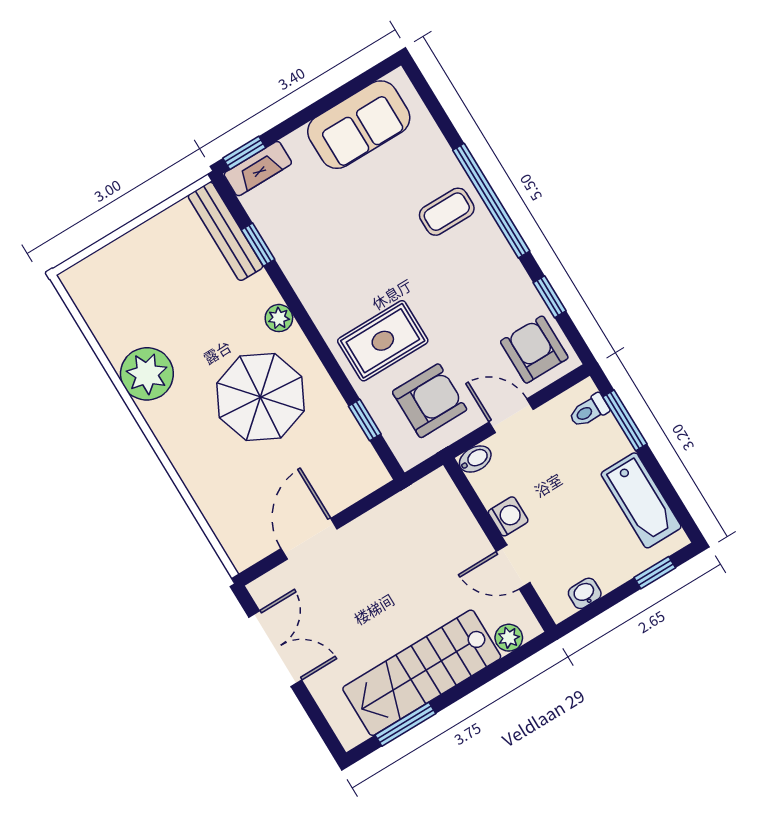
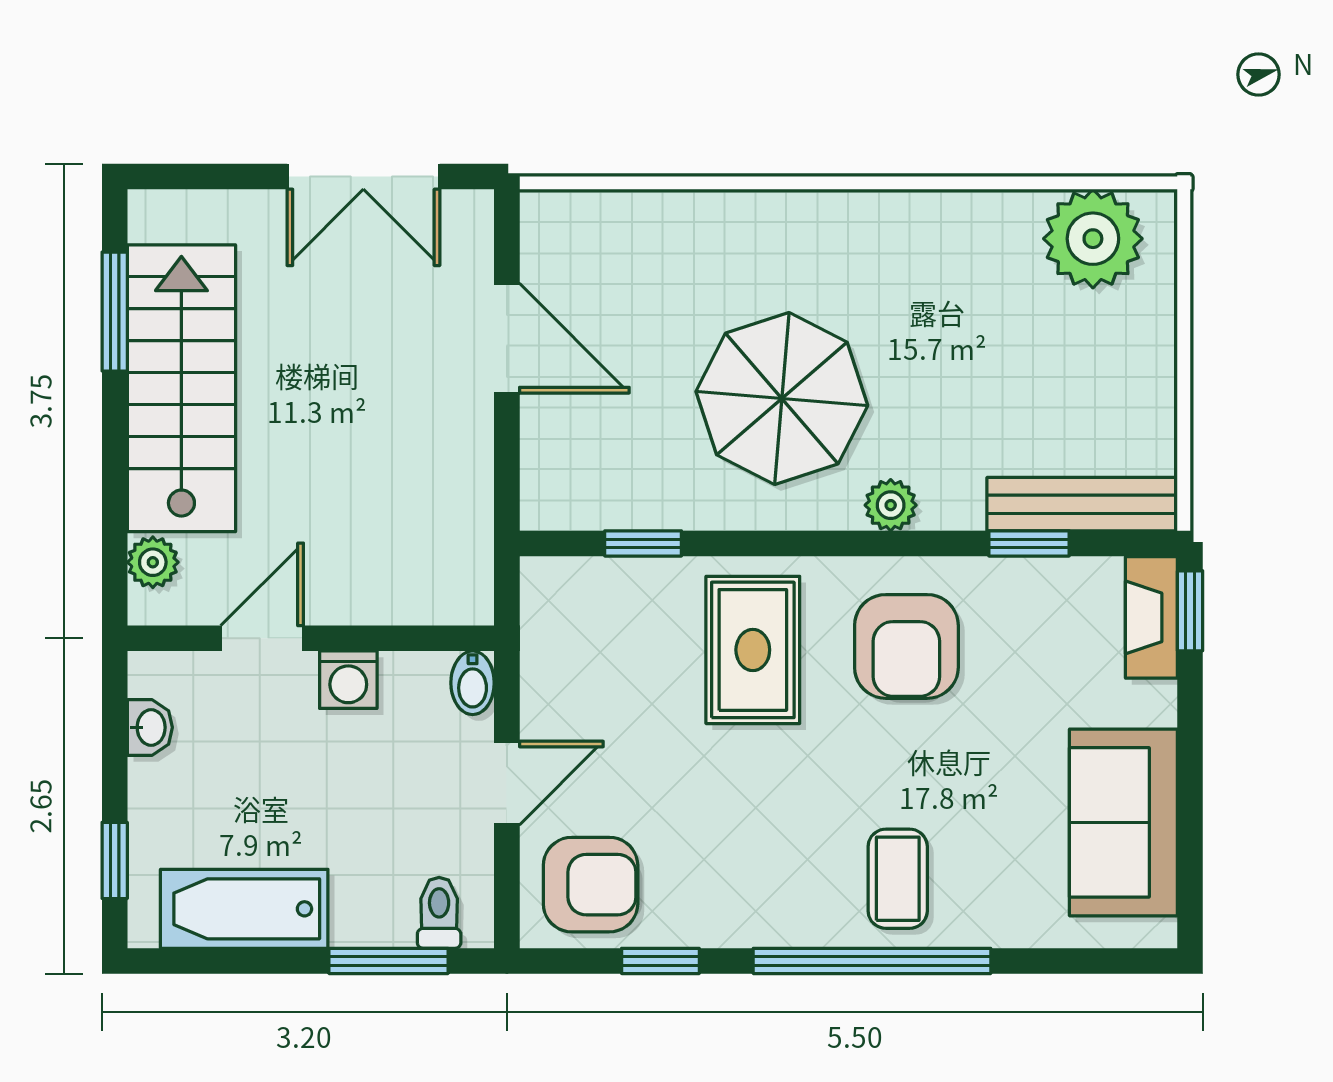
plant: (147, 374) -> (1093, 239), moved
armchair: (430, 401) -> (906, 646), moved

